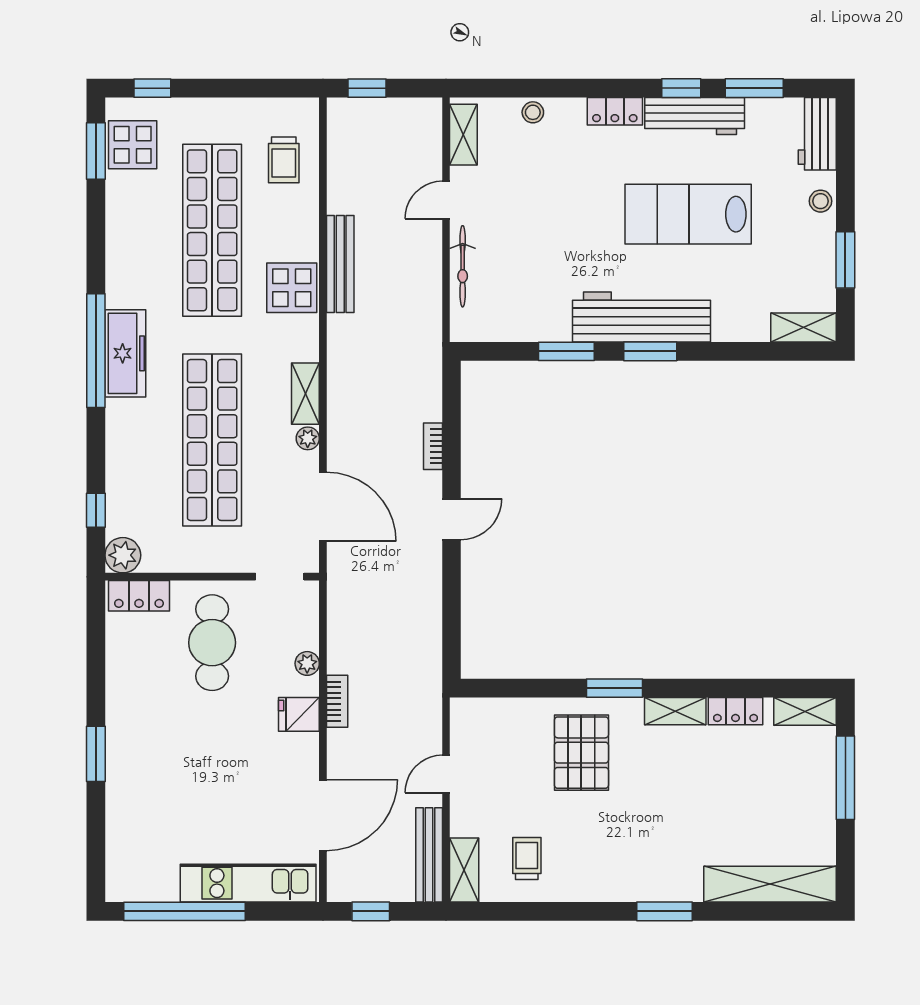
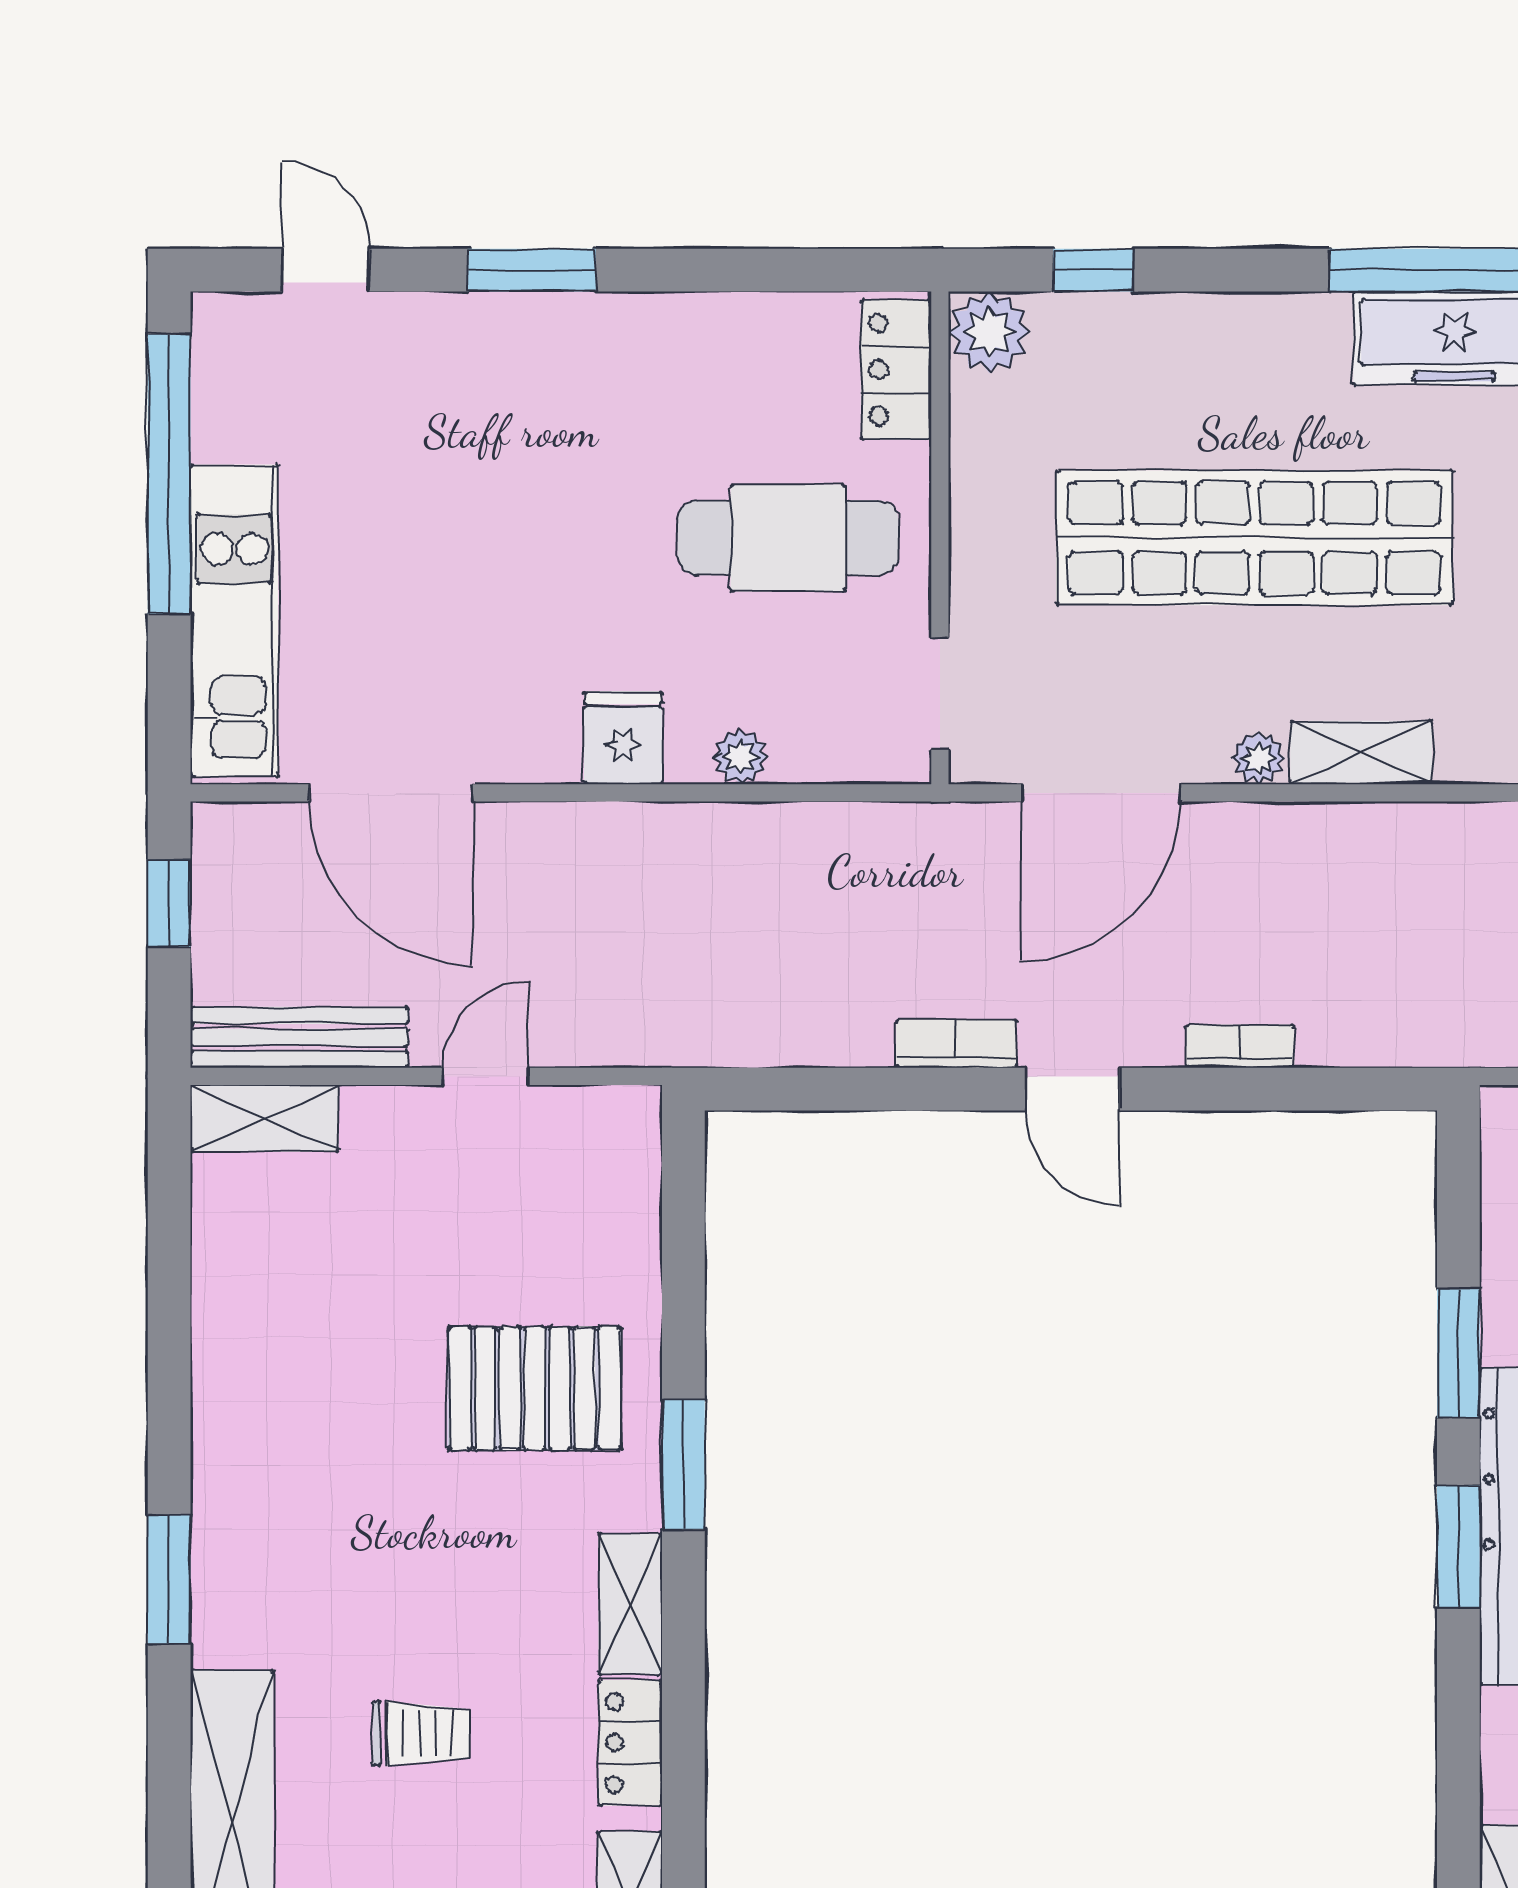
bookcase: (337, 701) -> (956, 1044), moved, turned 180
door: (446, 774) -> (486, 1076), hinge flipped
door: (96, 843) -> (326, 270), added
trolley: (527, 859) -> (421, 1733), moved

